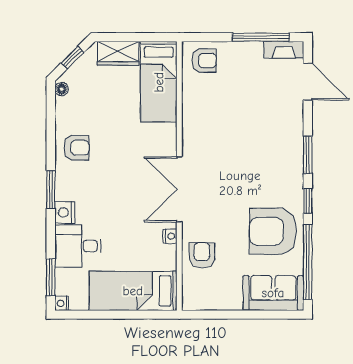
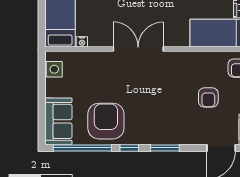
nightstand: (170, 236) -> (82, 42), moved
armchair: (202, 255) -> (208, 97), moved, turned 90
side table: (206, 298) -> (54, 69), added

